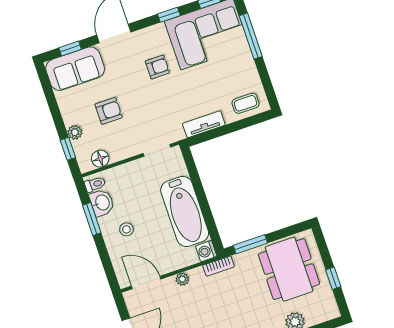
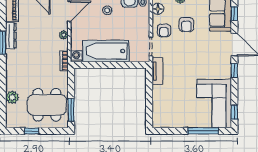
window: (169, 15) -> (234, 70), moved
armchair: (157, 67) -> (164, 30), moved
coffee table: (245, 103) -> (162, 113), removed
tv unit: (204, 124) -> (157, 71), moved
window: (250, 244) -> (71, 110), moved

